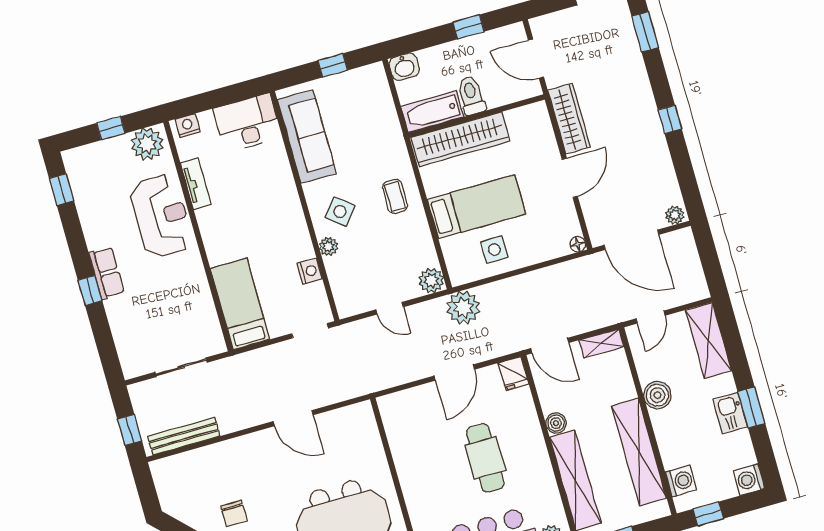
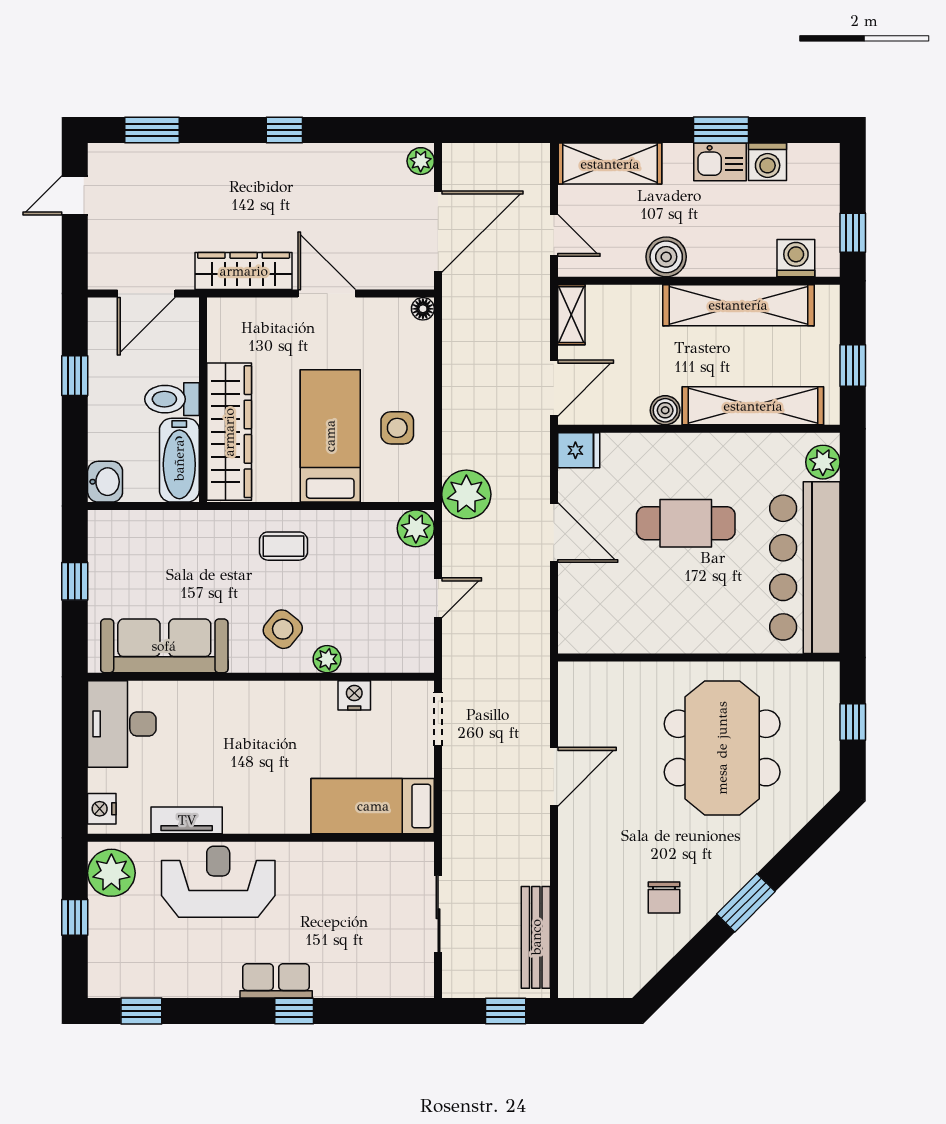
washing machine: (749, 480) -> (768, 162), moved
chair: (234, 513) -> (664, 898), turned 90

